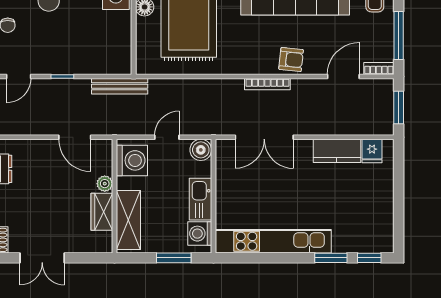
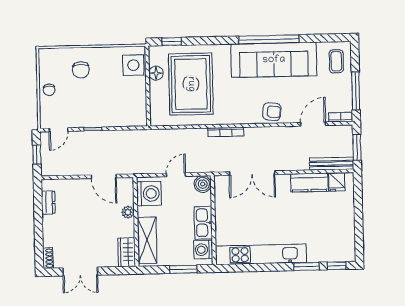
bookcase: (267, 84) -> (226, 132), moved
bench: (120, 86) -> (332, 164), moved
wardrobe: (102, 212) -> (127, 252), moved

